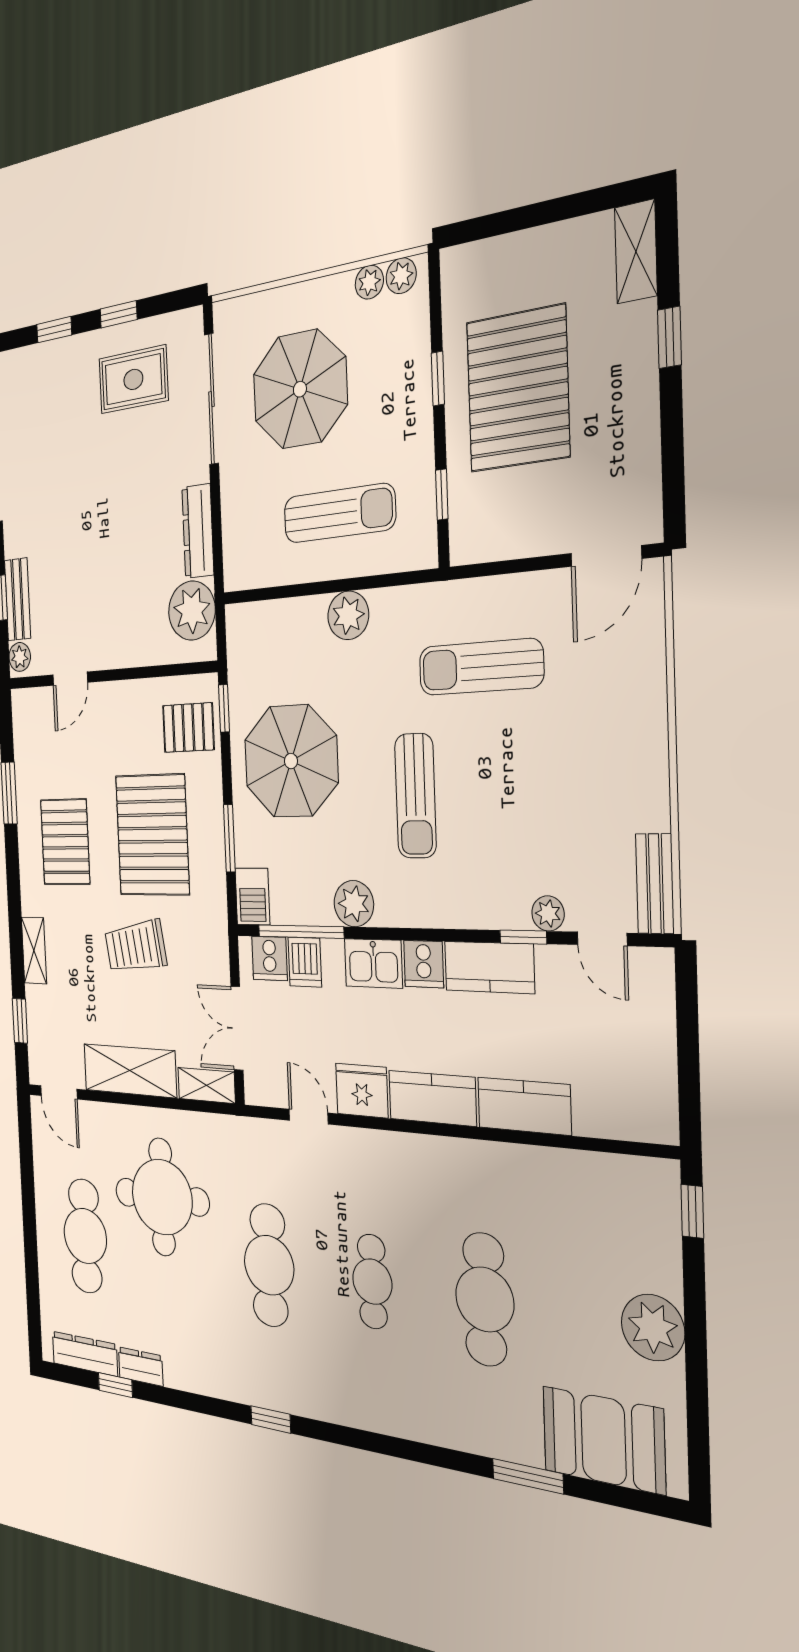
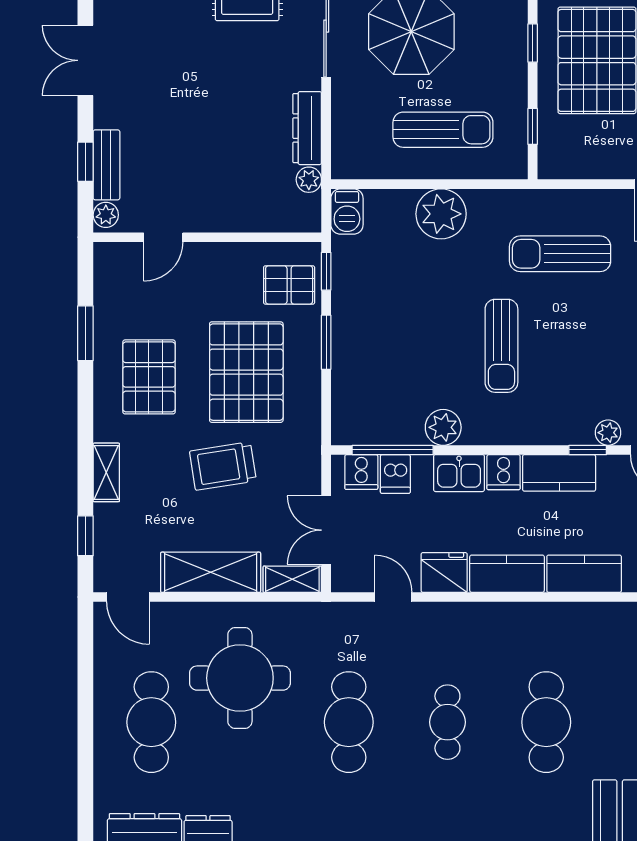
plant: (192, 611) -> (309, 180), width x0.53, depth x0.53
plant: (348, 615) -> (441, 214), width x1.36, depth x1.36
parasol: (291, 761) -> (390, 316), removed
window: (229, 838) -> (326, 342), moved
barbecue: (252, 896) -> (347, 211), moved

